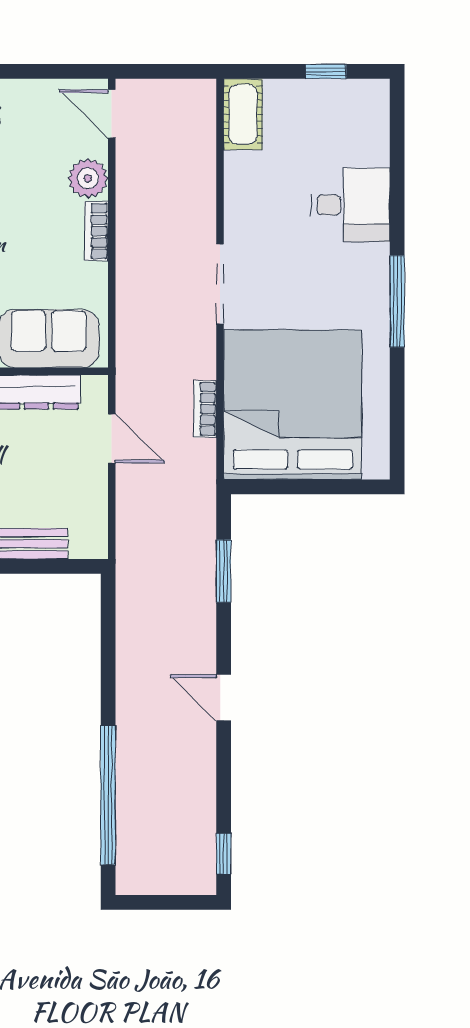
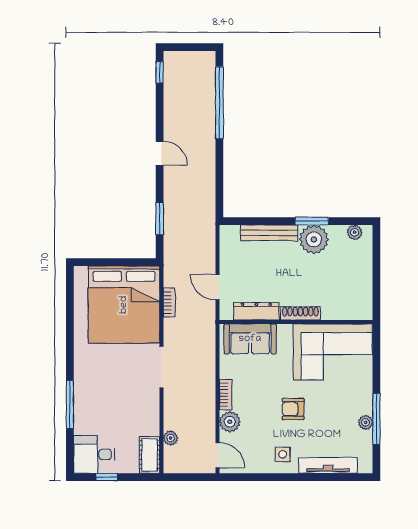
plant: (203, 147) -> (171, 438), added
desk: (350, 205) -> (94, 454), moved
window: (397, 301) -> (70, 404), moved

